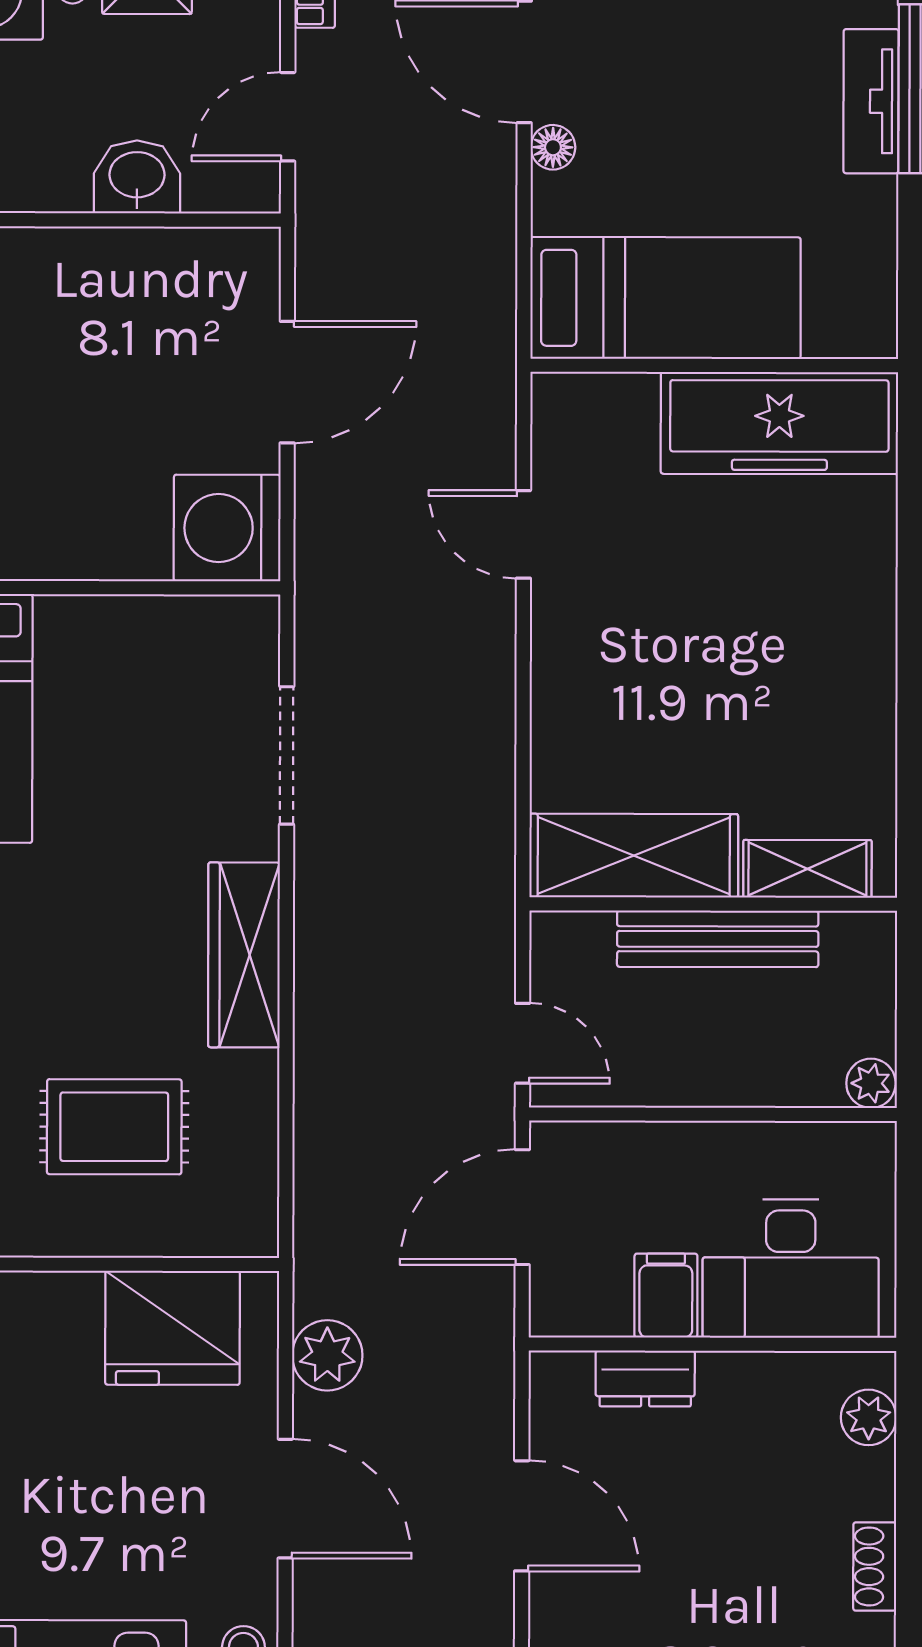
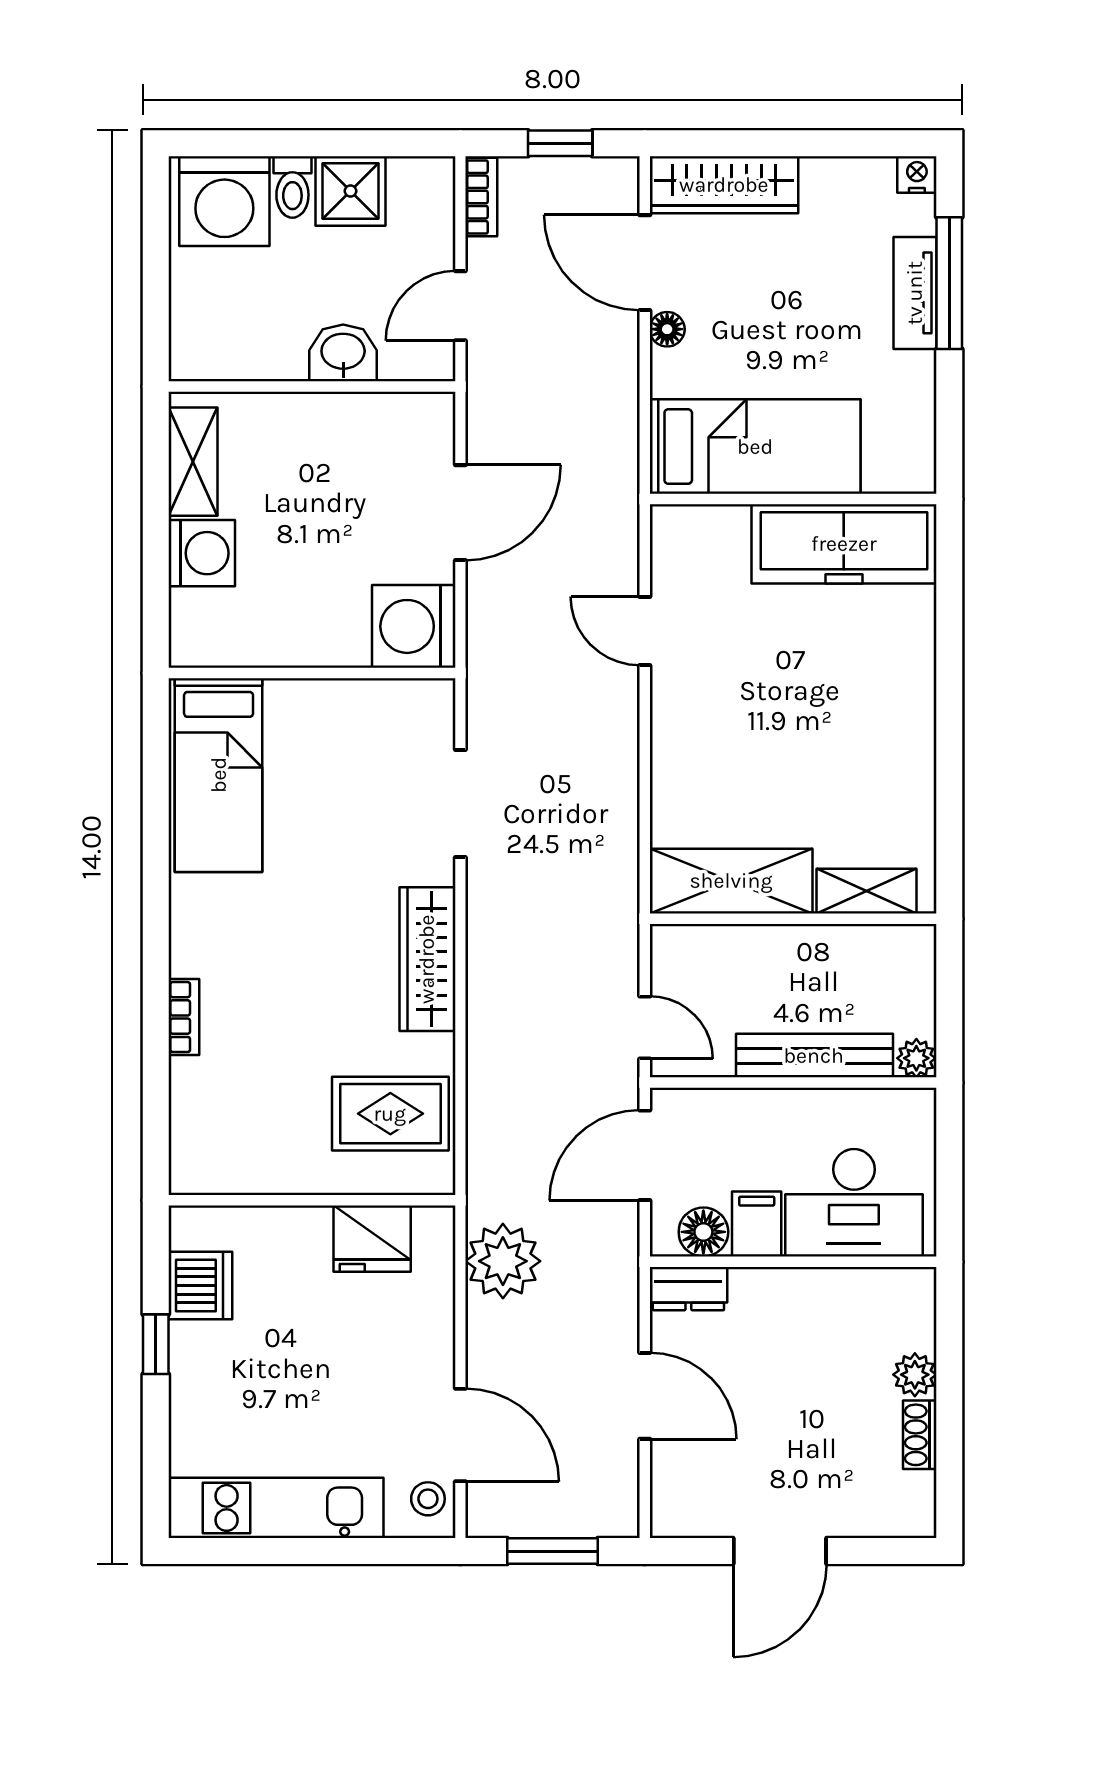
bench: (718, 939) -> (814, 1056), moved
rug: (114, 1127) -> (390, 1114), moved
floor lamp: (597, 1306) -> (703, 1232), added
fridge: (172, 1328) -> (372, 1239), width x0.73, depth x0.75
plant: (327, 1355) -> (503, 1261), width x1.36, depth x1.36
dresser: (645, 1378) -> (688, 1289), moved
plant: (869, 1417) -> (915, 1375), moved
door: (285, 1499) -> (460, 1435), moved

